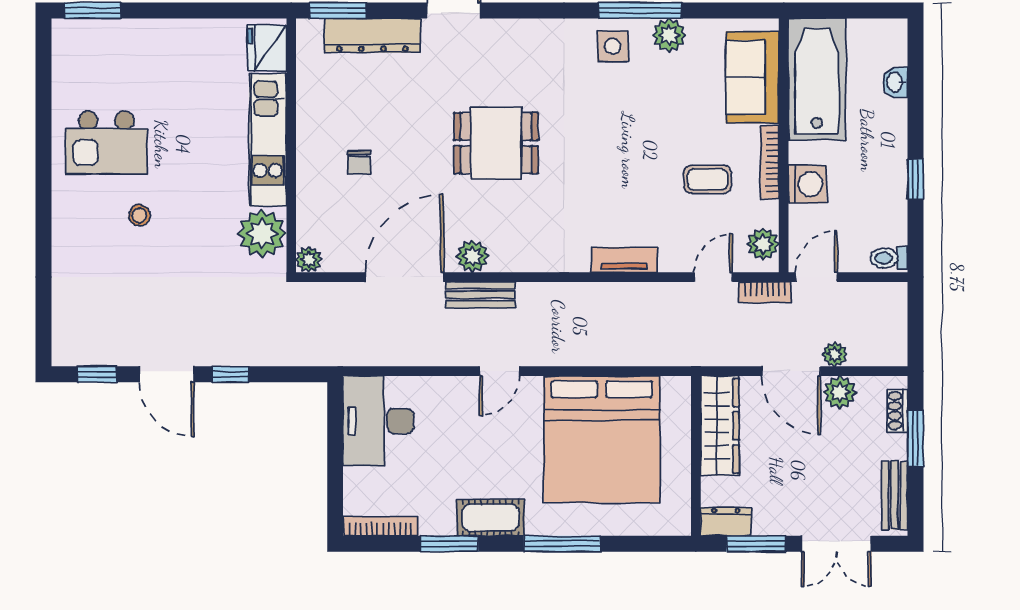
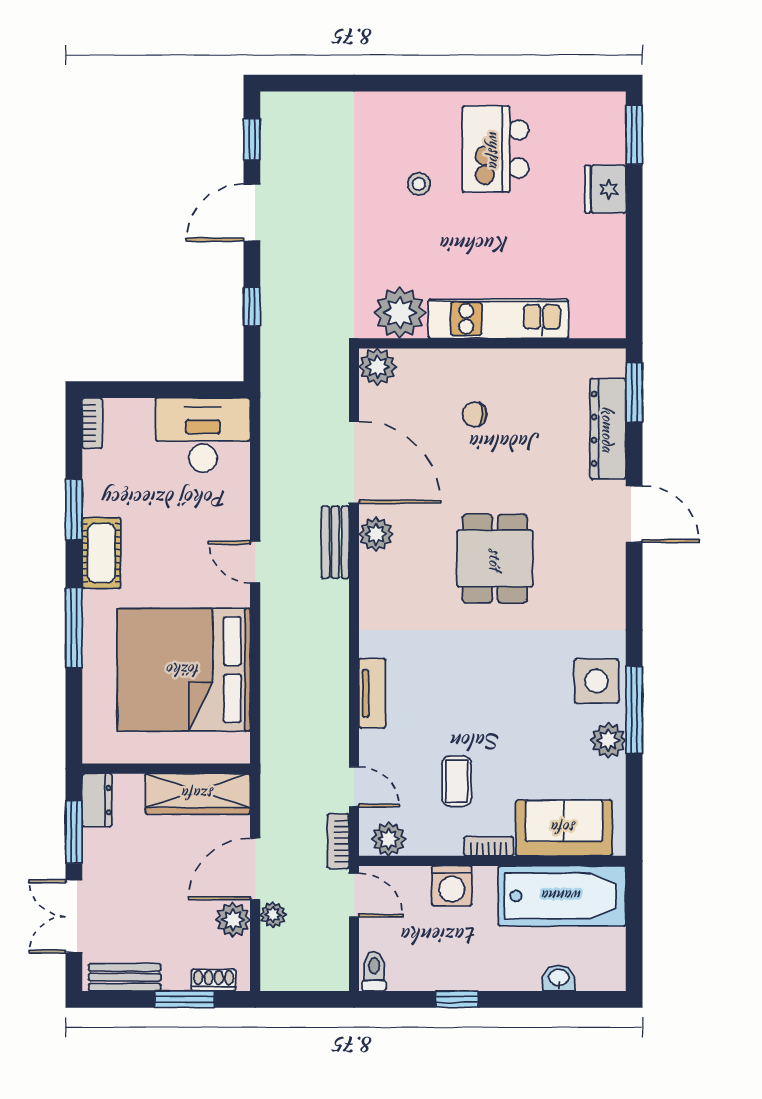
side table: (613, 46) -> (597, 681), width x1.37, depth x1.37
fridge: (267, 48) -> (605, 189), moved, turned -90
bookcase: (770, 162) -> (489, 846), width x0.64
plant: (309, 260) -> (378, 367), width x1.38, depth x1.38
window: (231, 374) -> (252, 307), moved
bookcase: (380, 526) -> (92, 423), width x0.64

